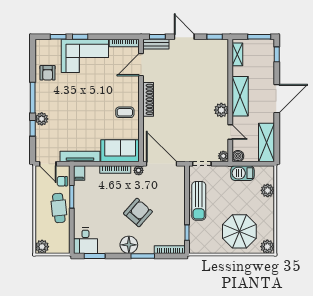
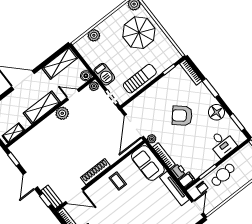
door: (230, 132) -> (73, 95), hinge flipped
printer: (92, 172) -> (178, 171), added
barbecue: (242, 173) -> (104, 74), moved
desk: (85, 241) -> (222, 144), moved, turned 90
floor lamp: (129, 245) -> (217, 112), moved

